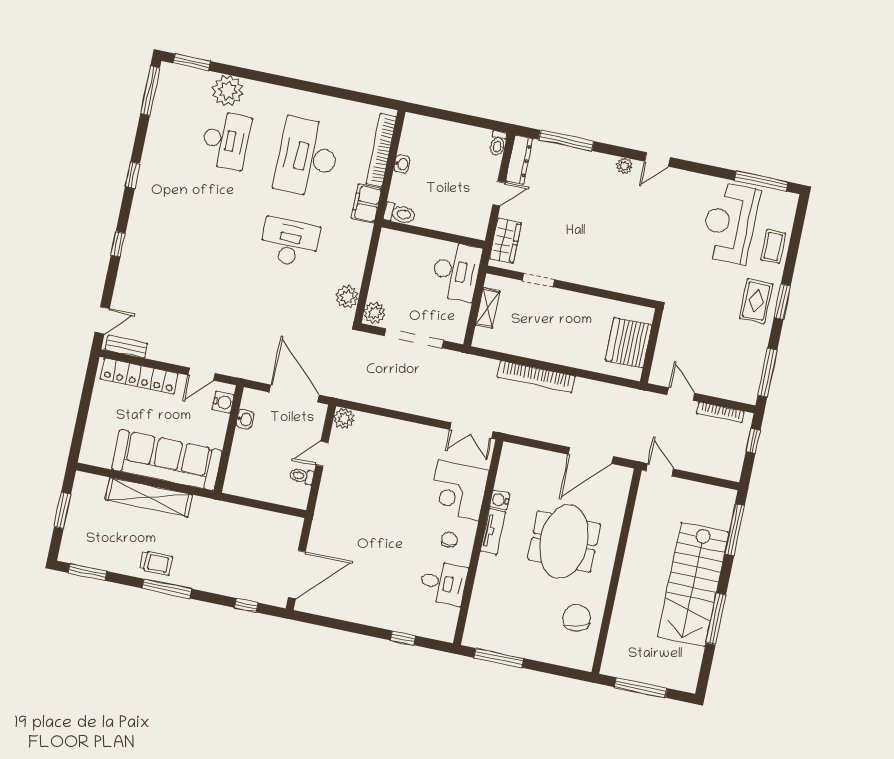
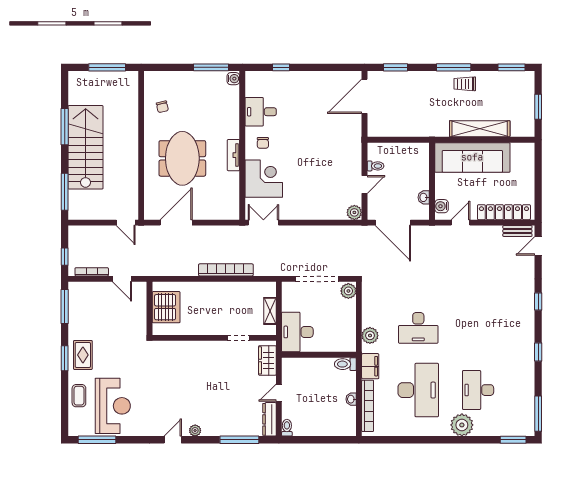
plant: (228, 91) -> (462, 425), moved
plant: (347, 297) -> (370, 335), moved
water cooler: (500, 500) -> (233, 79), moved
window: (246, 605) -> (396, 67), width x1.50
chair: (576, 618) -> (162, 107), width x0.54, depth x0.54

